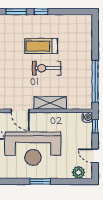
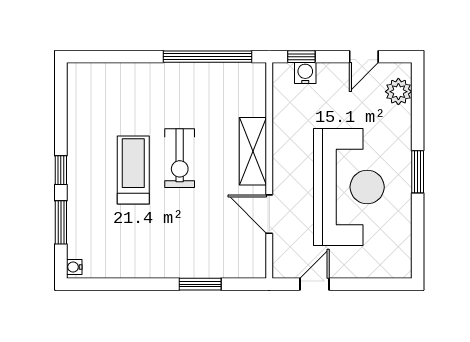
treadmill: (41, 46) -> (133, 170), turned 180
door: (20, 111) -> (269, 214), swing flipped
water cooler: (87, 117) -> (305, 73), moved

